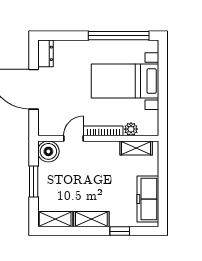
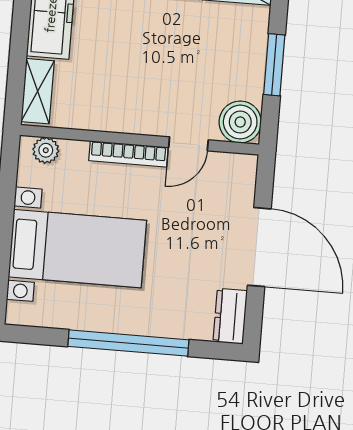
window: (119, 36) -> (128, 343), moved
plant: (131, 129) -> (46, 150), moved
shelving: (136, 148) -> (38, 91), moved, turned 90

